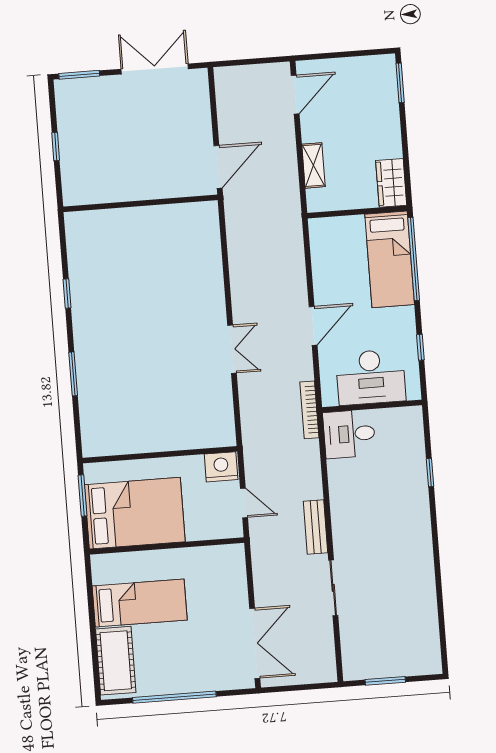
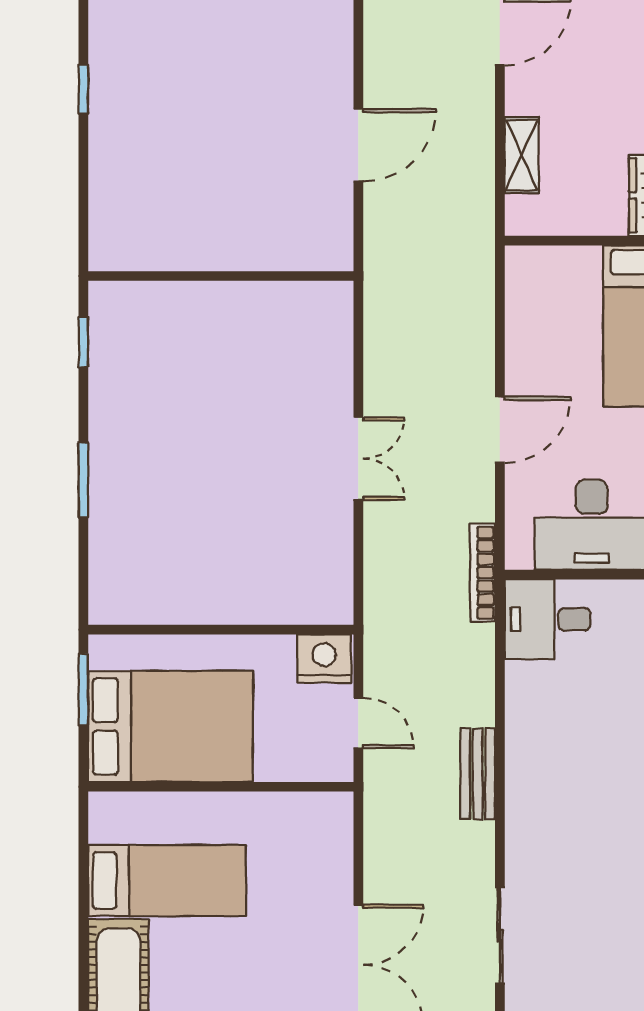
wall: (140, 203) -> (221, 276), moved
sliding door: (333, 588) -> (500, 935), moved

